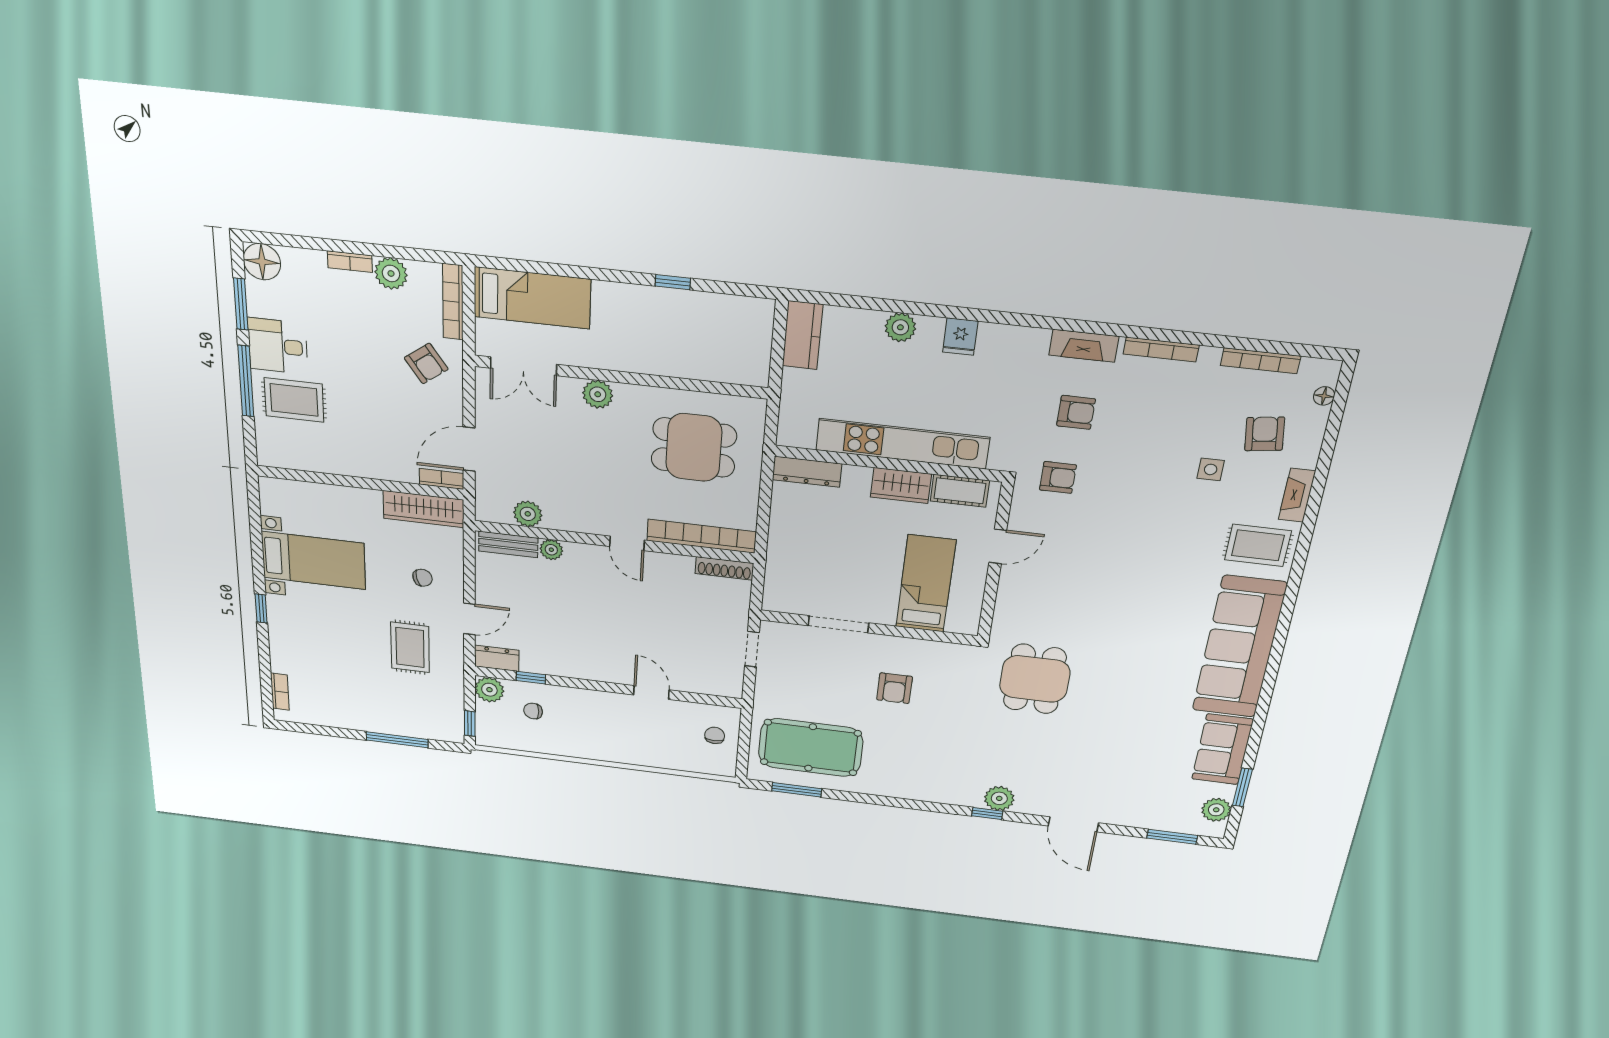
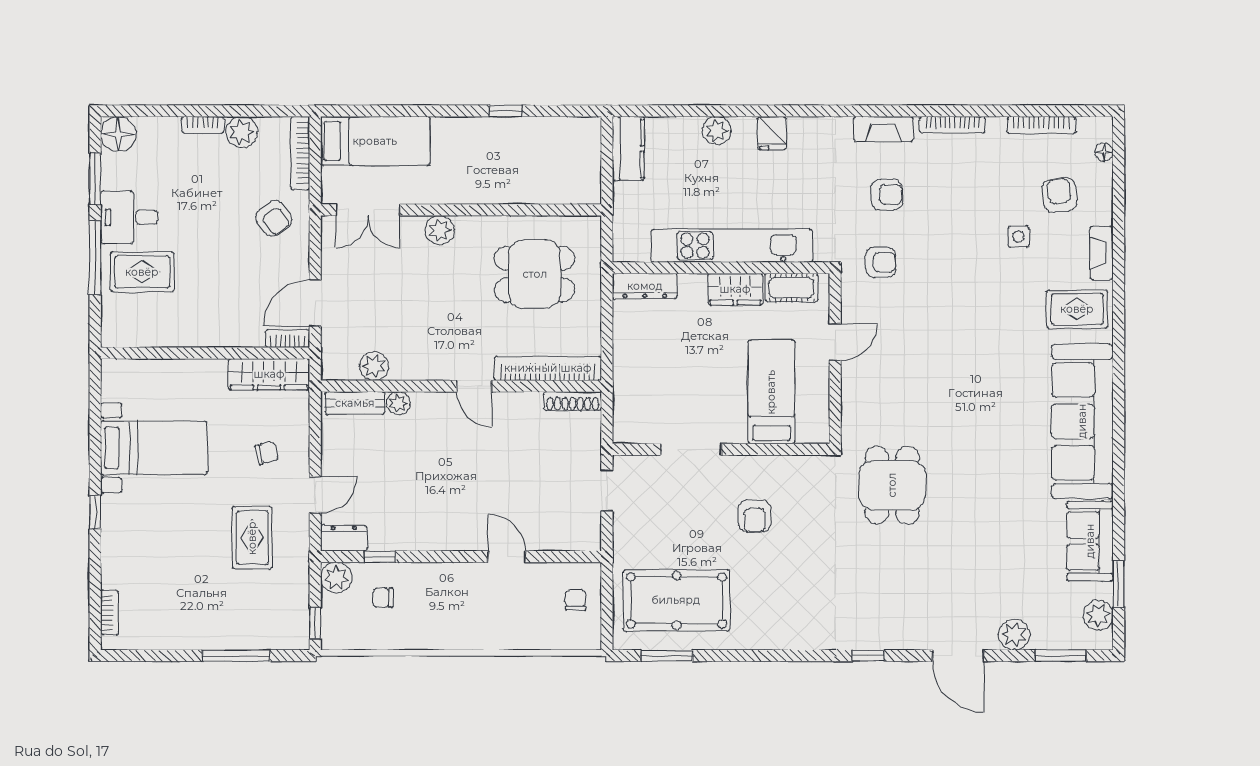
plant: (999, 798) -> (1014, 635), moved

